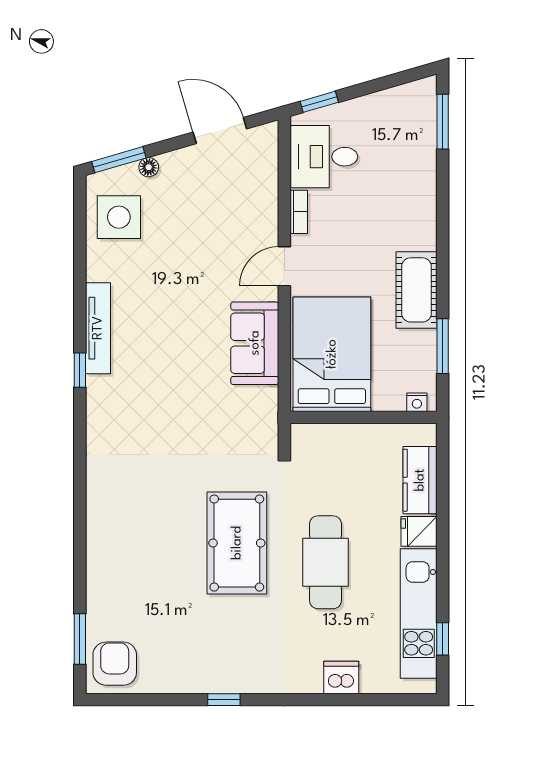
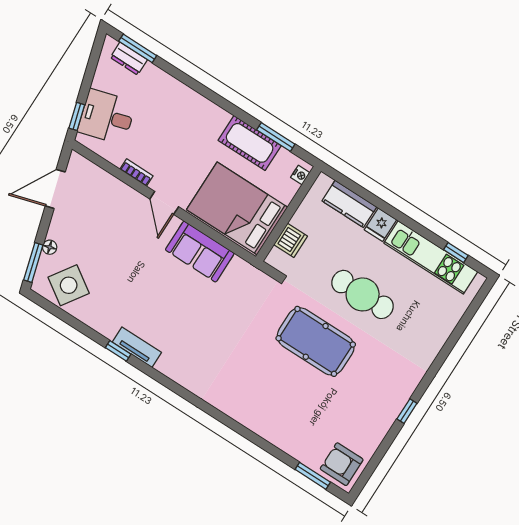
dresser: (424, 119) -> (129, 59), added
desk: (324, 157) -> (107, 117), moved, turned 74
side table: (119, 217) -> (69, 285), turned 34
cot: (417, 290) -> (250, 143), moved
tv unit: (98, 328) -> (137, 347), width x0.71
window: (80, 370) -> (118, 351), moved
dishwasher: (341, 678) -> (291, 240), moved, turned 180

